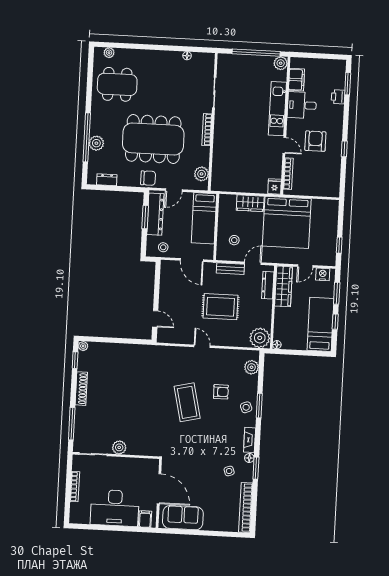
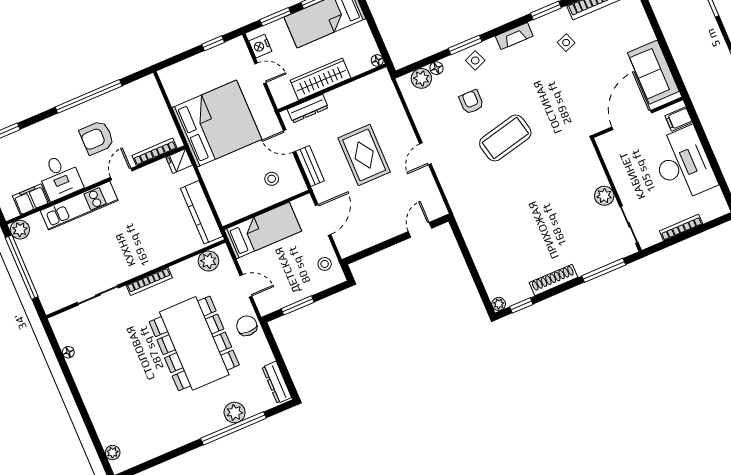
dining table: (117, 84) -> (148, 423), removed
printer: (338, 97) -> (27, 136), removed
window: (344, 149) -> (89, 96), width x3.17
dresser: (107, 180) -> (277, 382), width x1.44
kitchen counter: (235, 185) -> (202, 212), added
wardrobe: (250, 203) -> (215, 181), removed
dresser: (155, 214) -> (288, 294), removed
wardrobe: (284, 286) -> (321, 79), moved
plant: (260, 338) -> (379, 86), removed
floor lamp: (249, 458) -> (436, 68), moved

